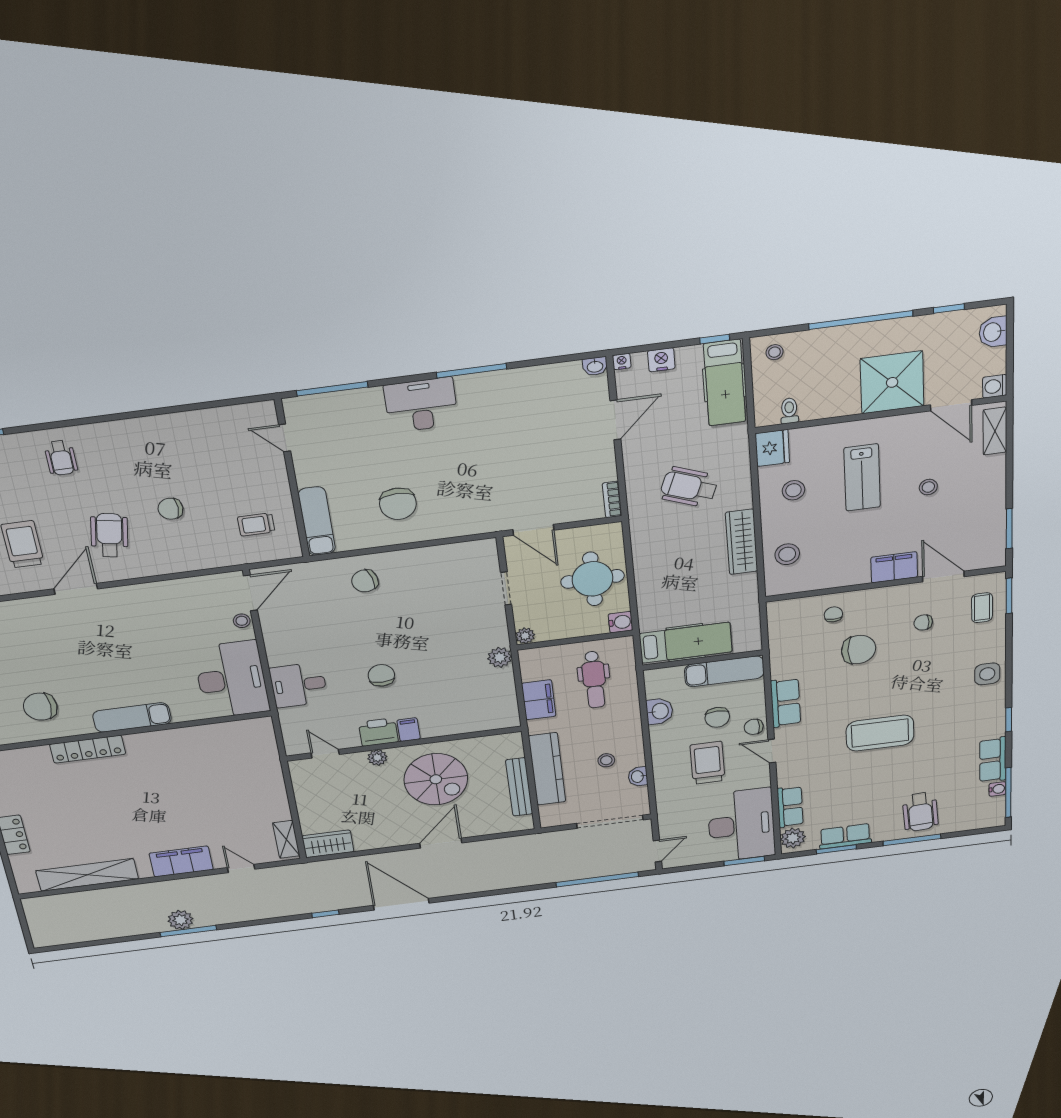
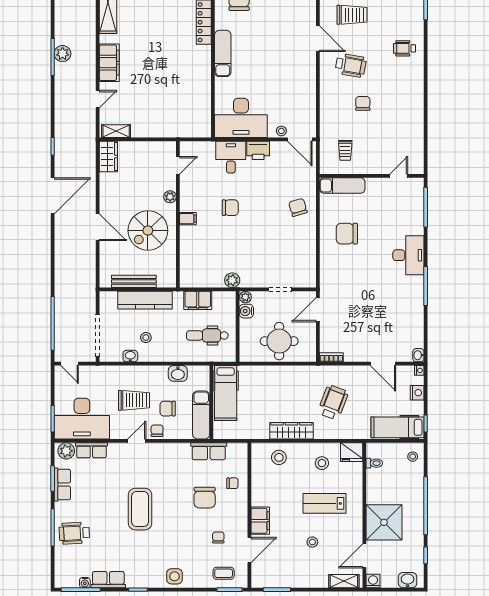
trolley: (256, 524) -> (345, 150), turned 180
water cooler: (621, 622) -> (246, 311), moved, turned 90
row of seats: (785, 703) -> (209, 451), moved
printer: (378, 732) -> (258, 150), moved, turned 90

